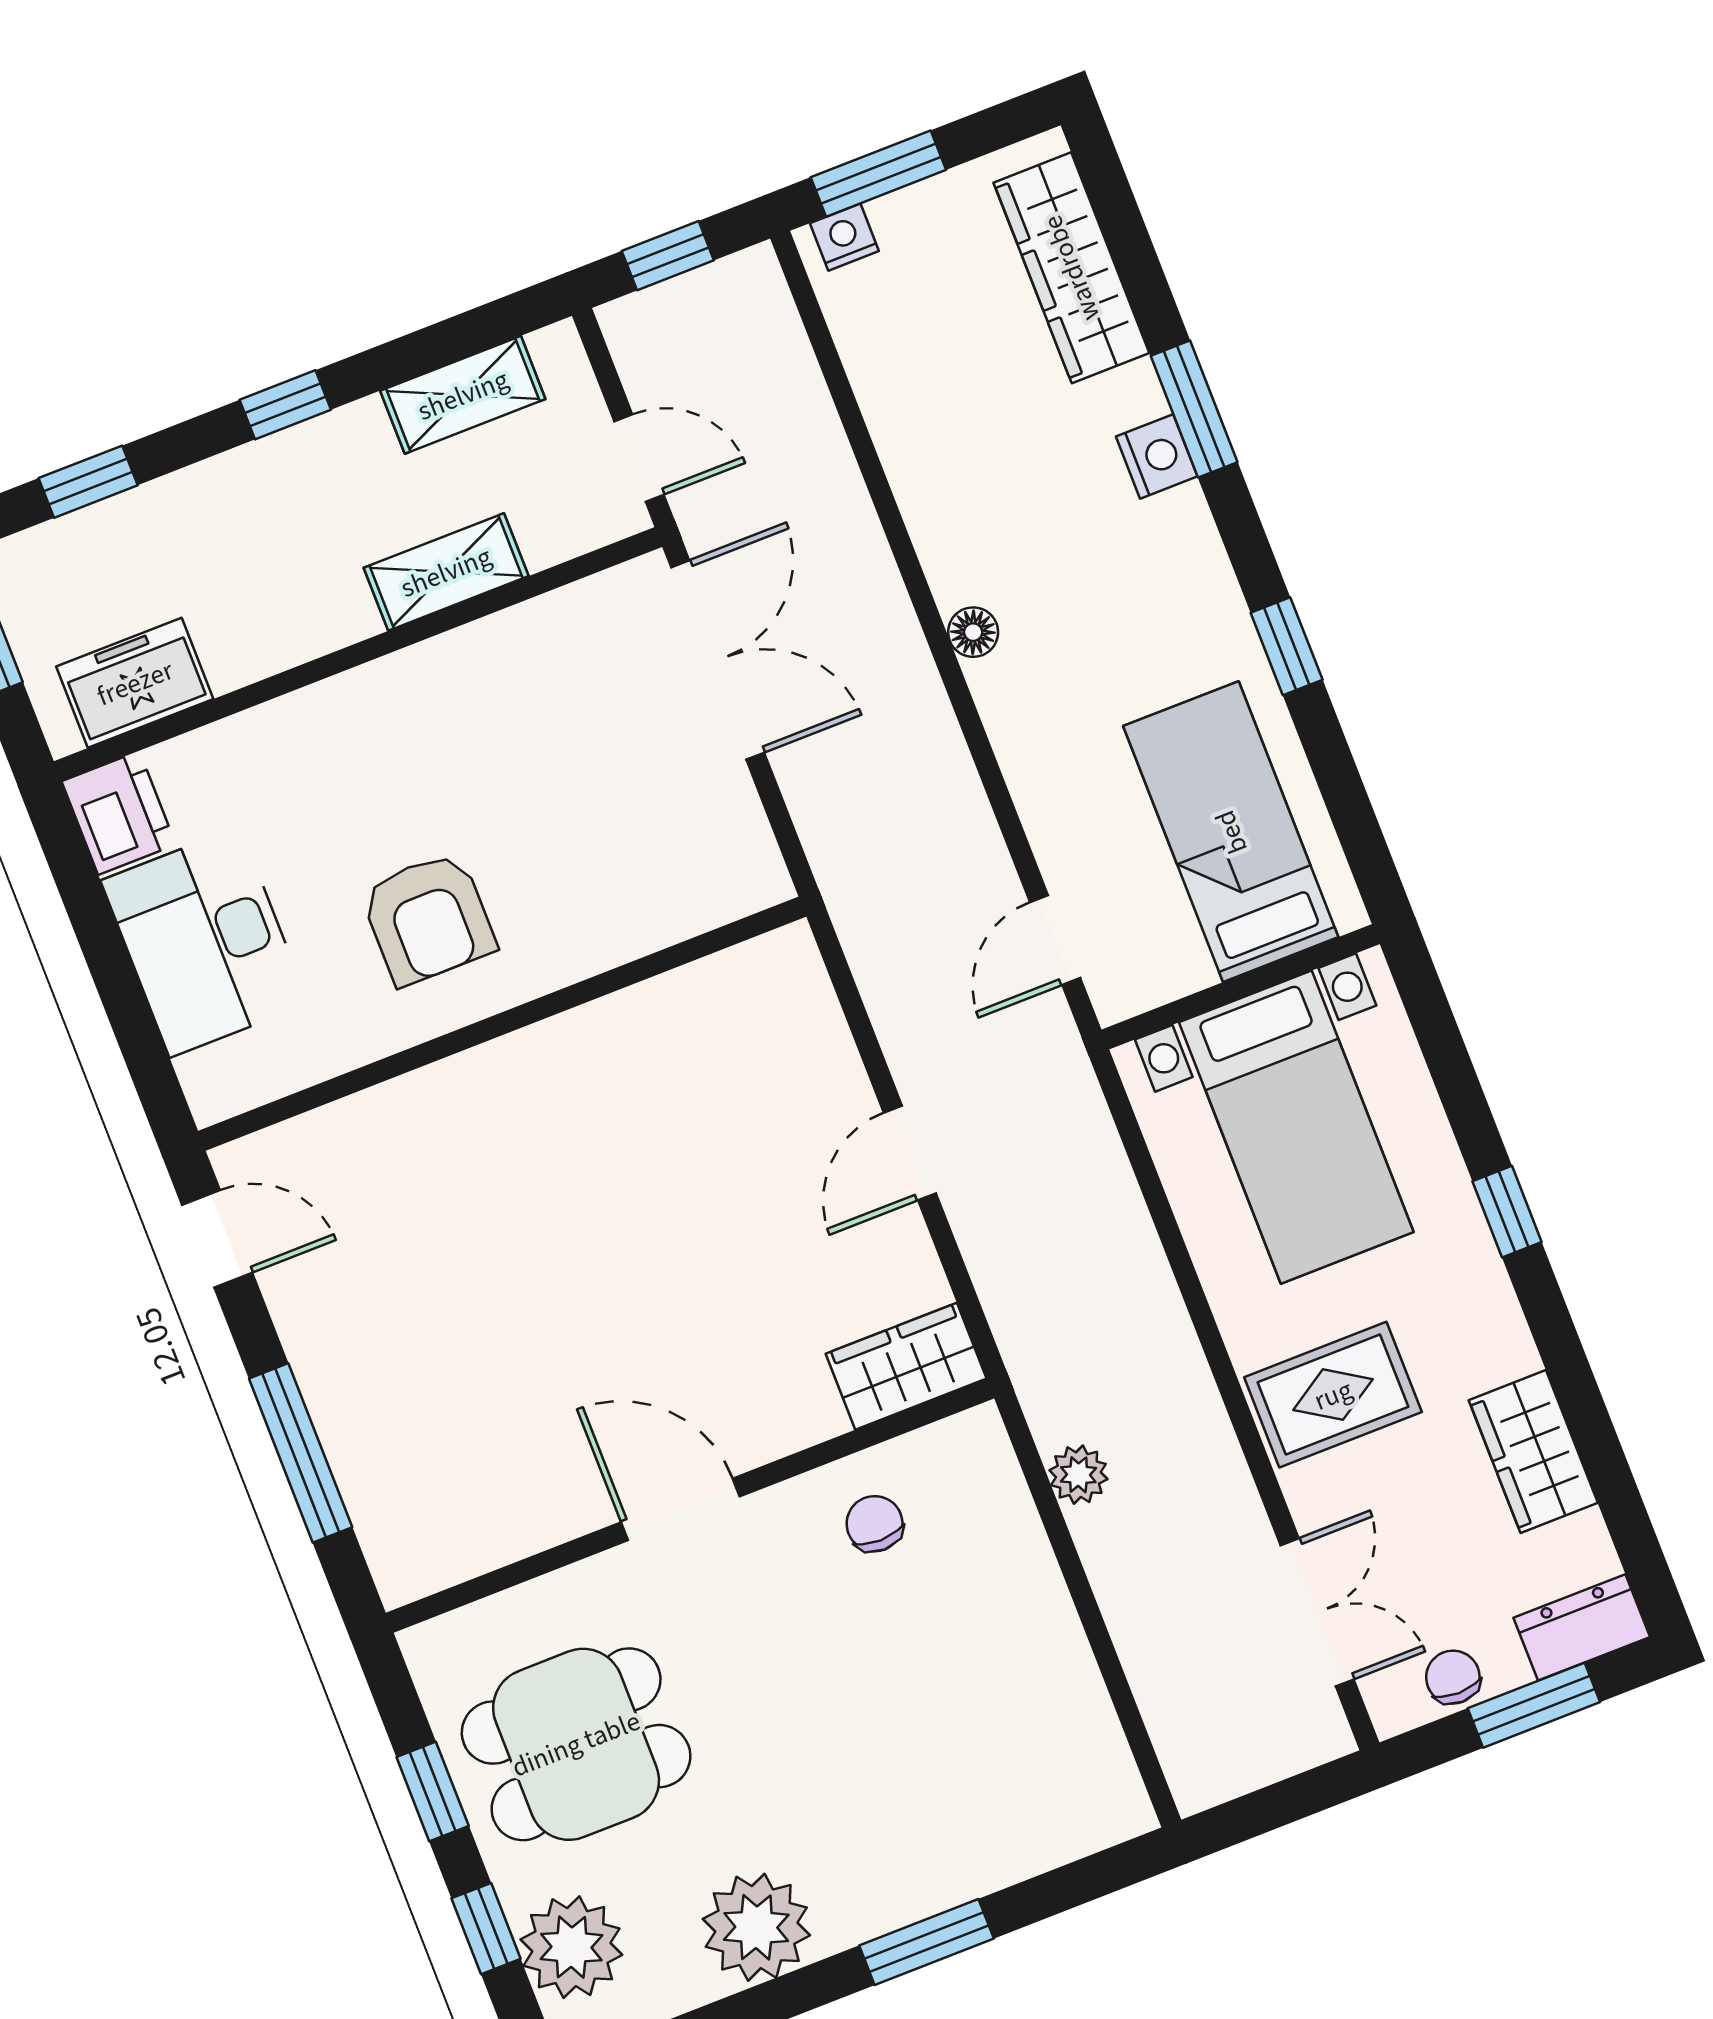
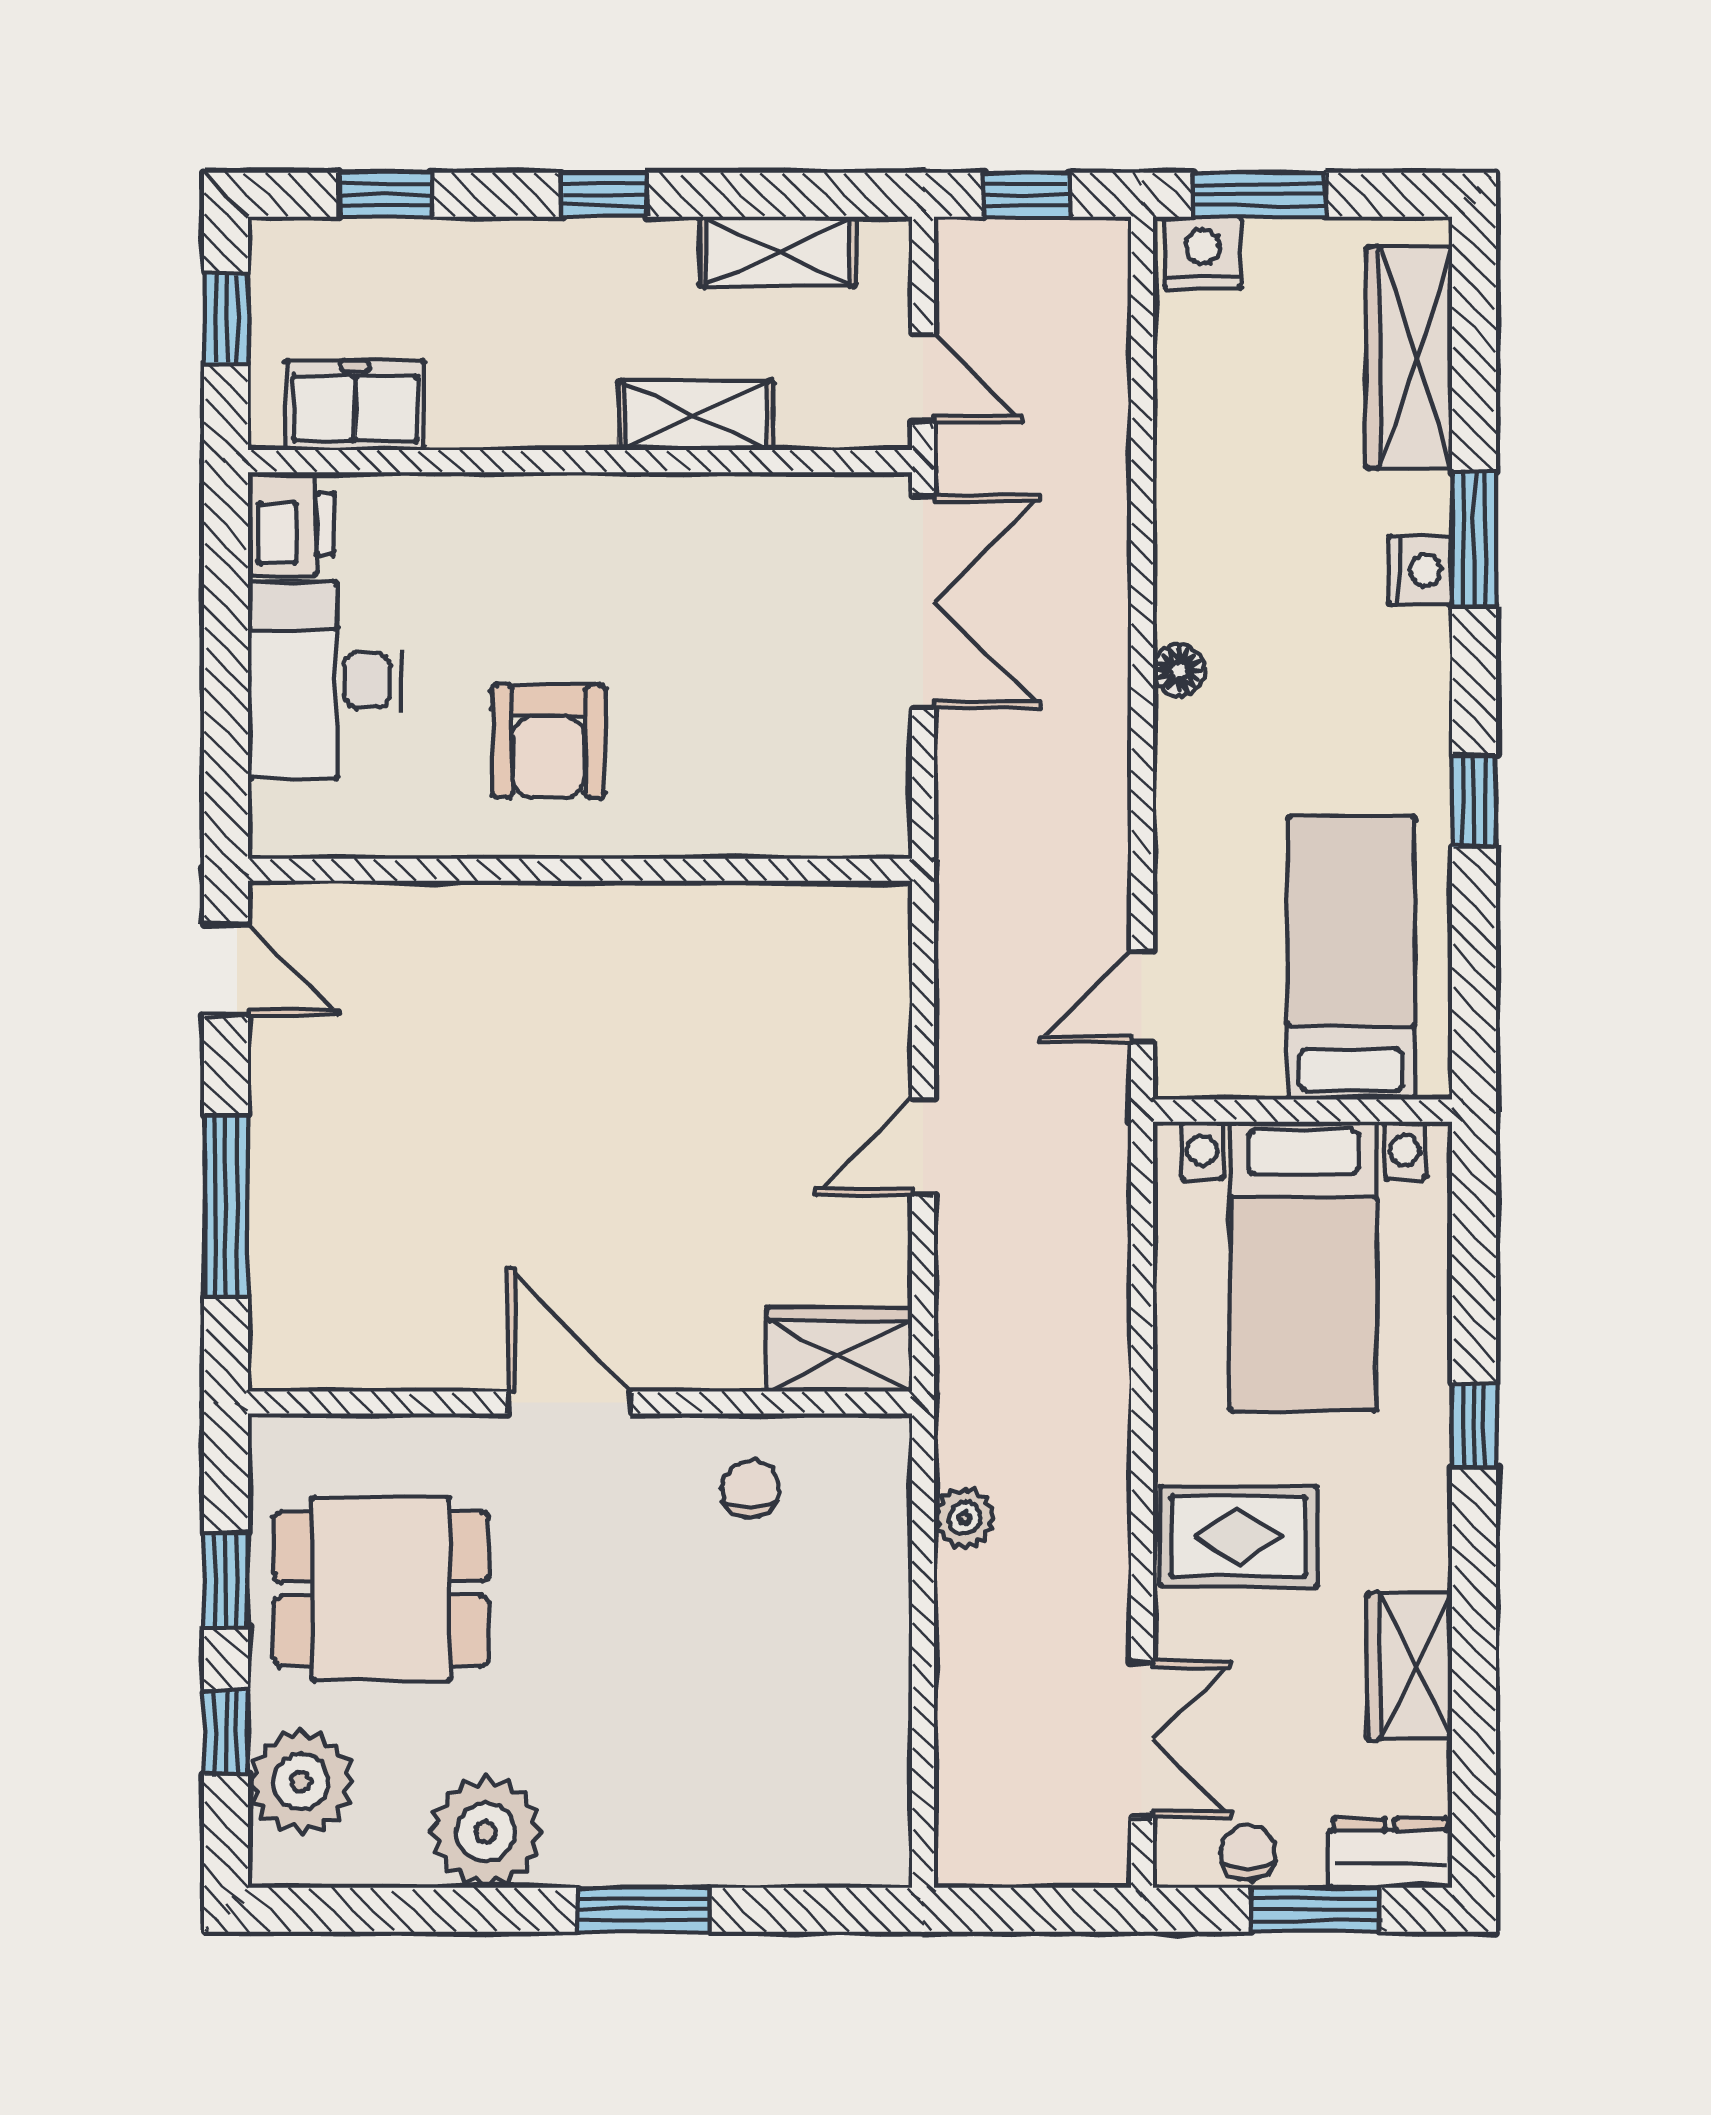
nightstand: (844, 237) -> (1203, 252), width x1.39, depth x1.35

